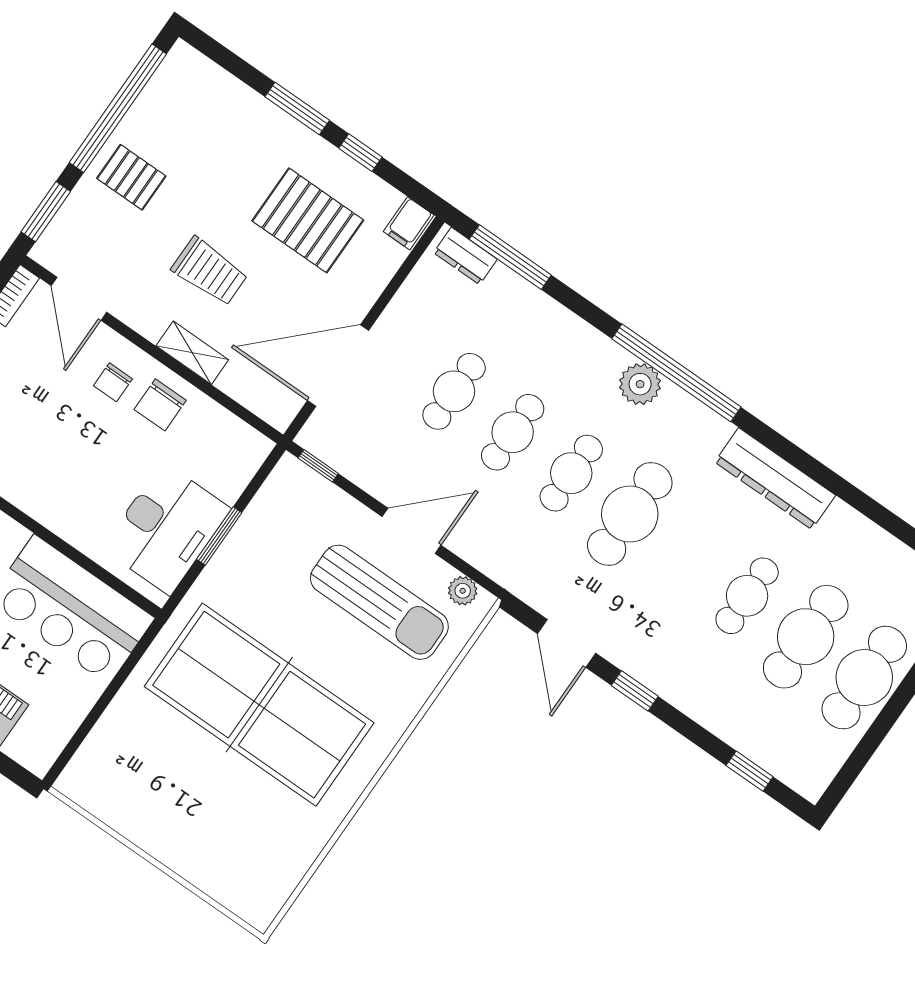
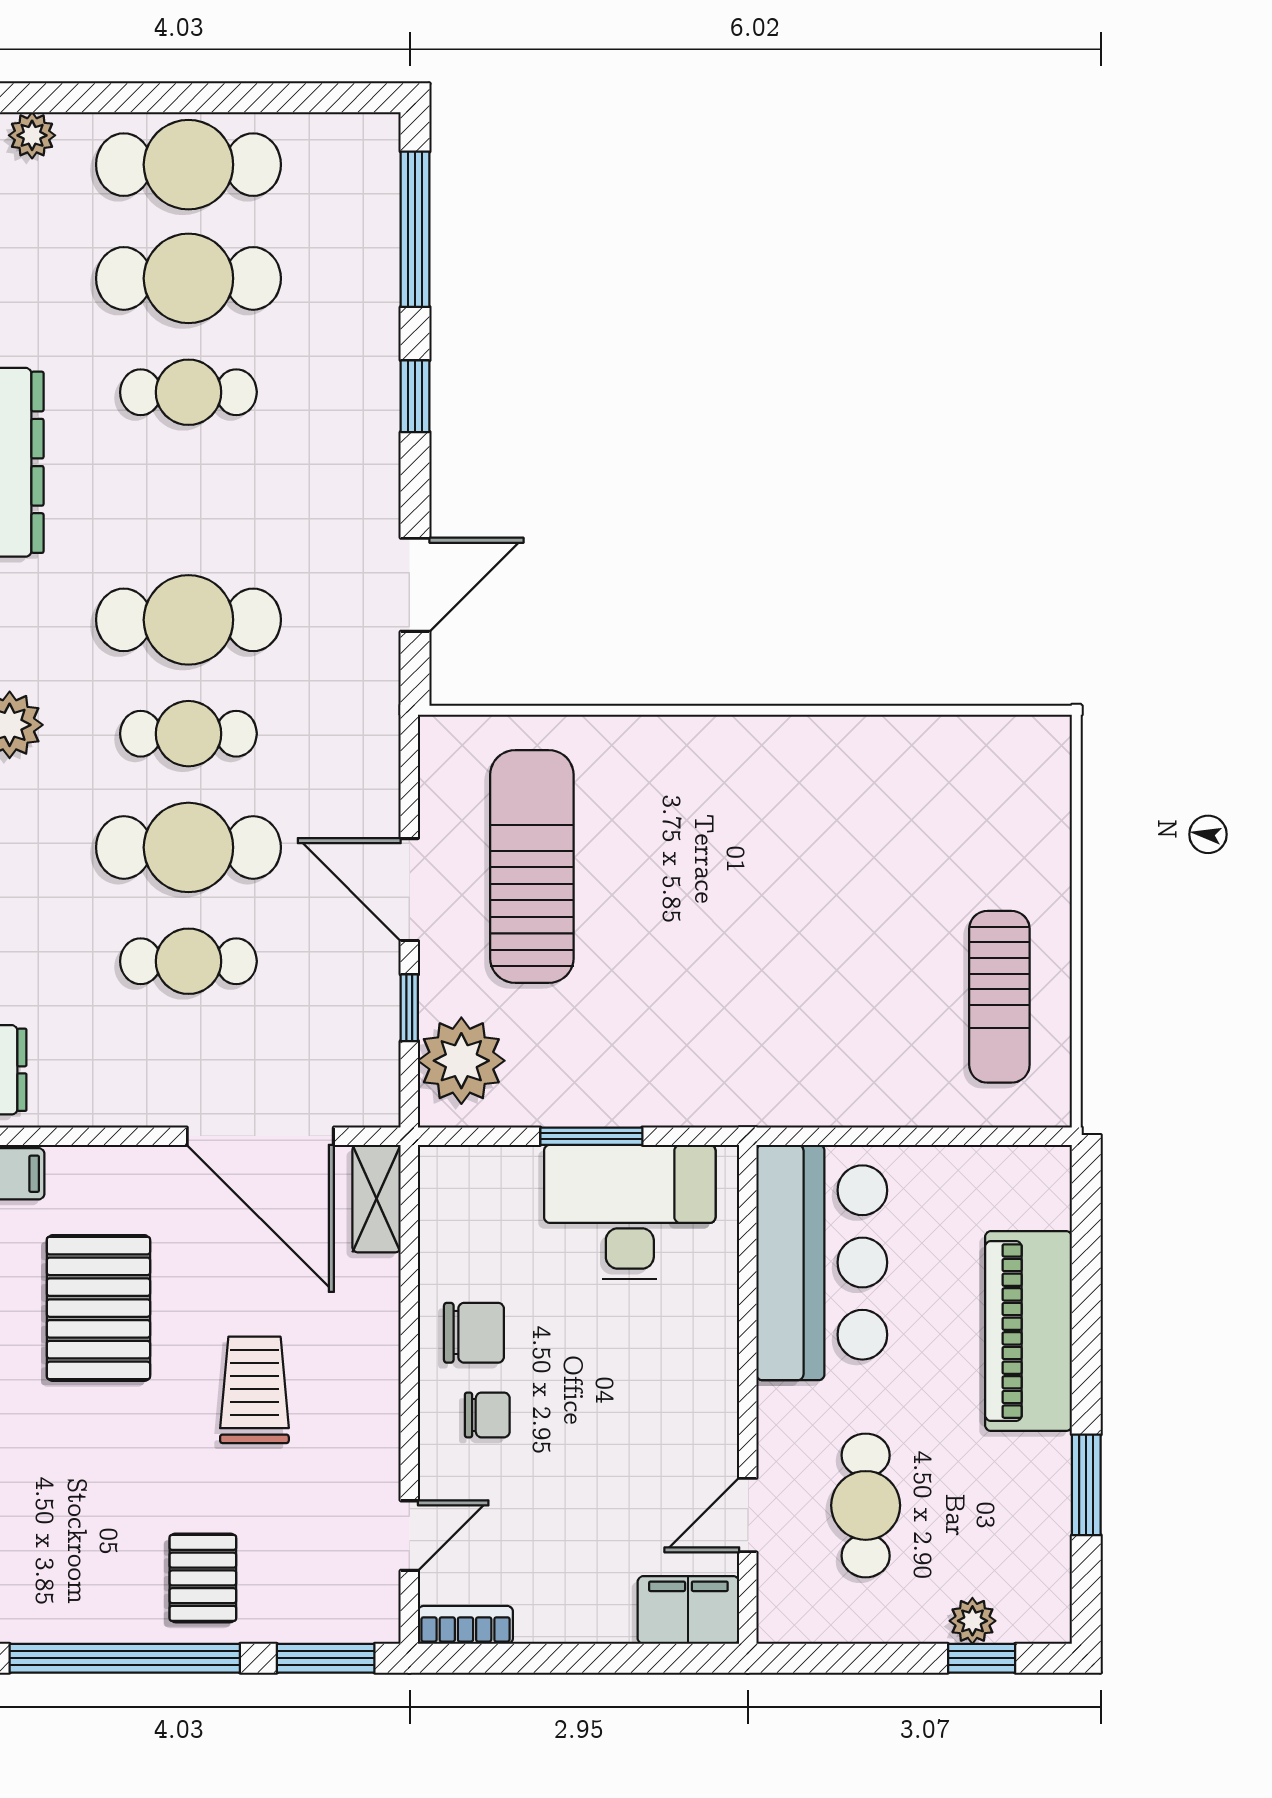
door: (79, 299) -> (409, 1536), width x0.73
shelving: (192, 353) -> (377, 1199), moved
cafe table: (513, 432) -> (188, 847), width x1.37, depth x1.35
window: (318, 466) -> (409, 1008), moved
plant: (463, 591) -> (461, 1061), moved, width x1.87, depth x1.87
window: (635, 691) -> (415, 396), moved
table tennis table: (259, 705) -> (775, 930), removed
window: (750, 771) -> (415, 229), width x2.17
sun lounger: (144, 796) -> (999, 997), added

